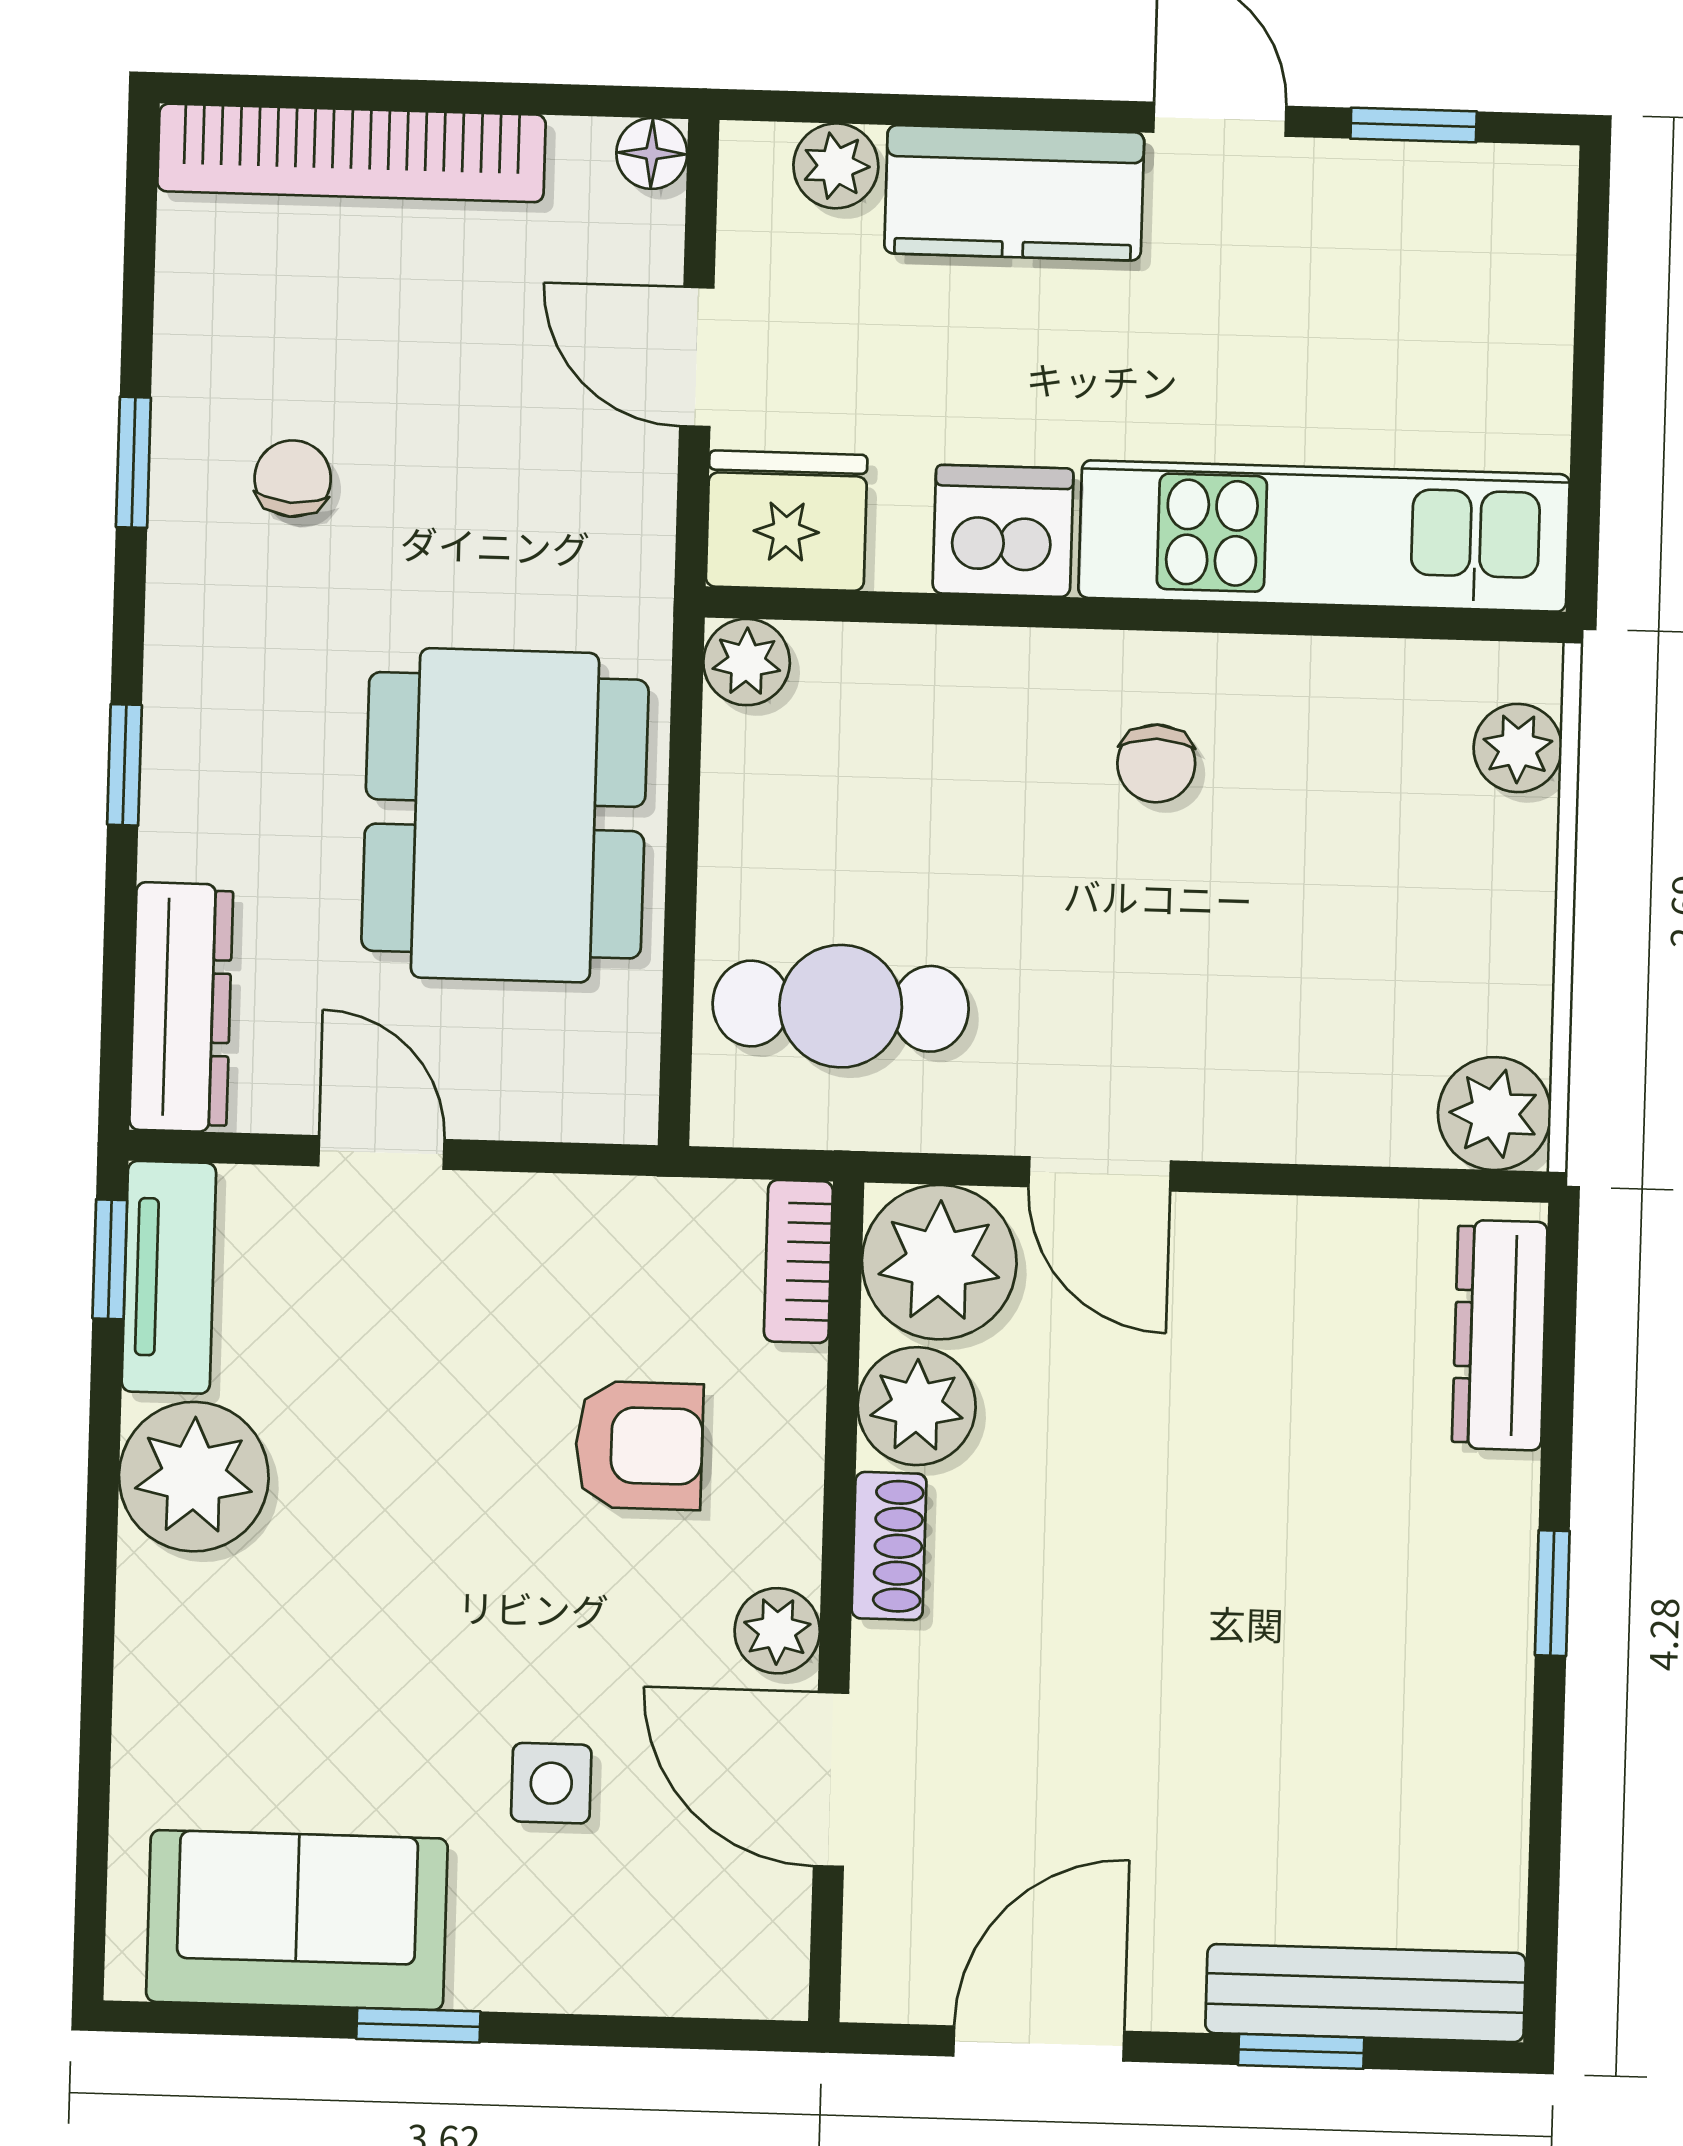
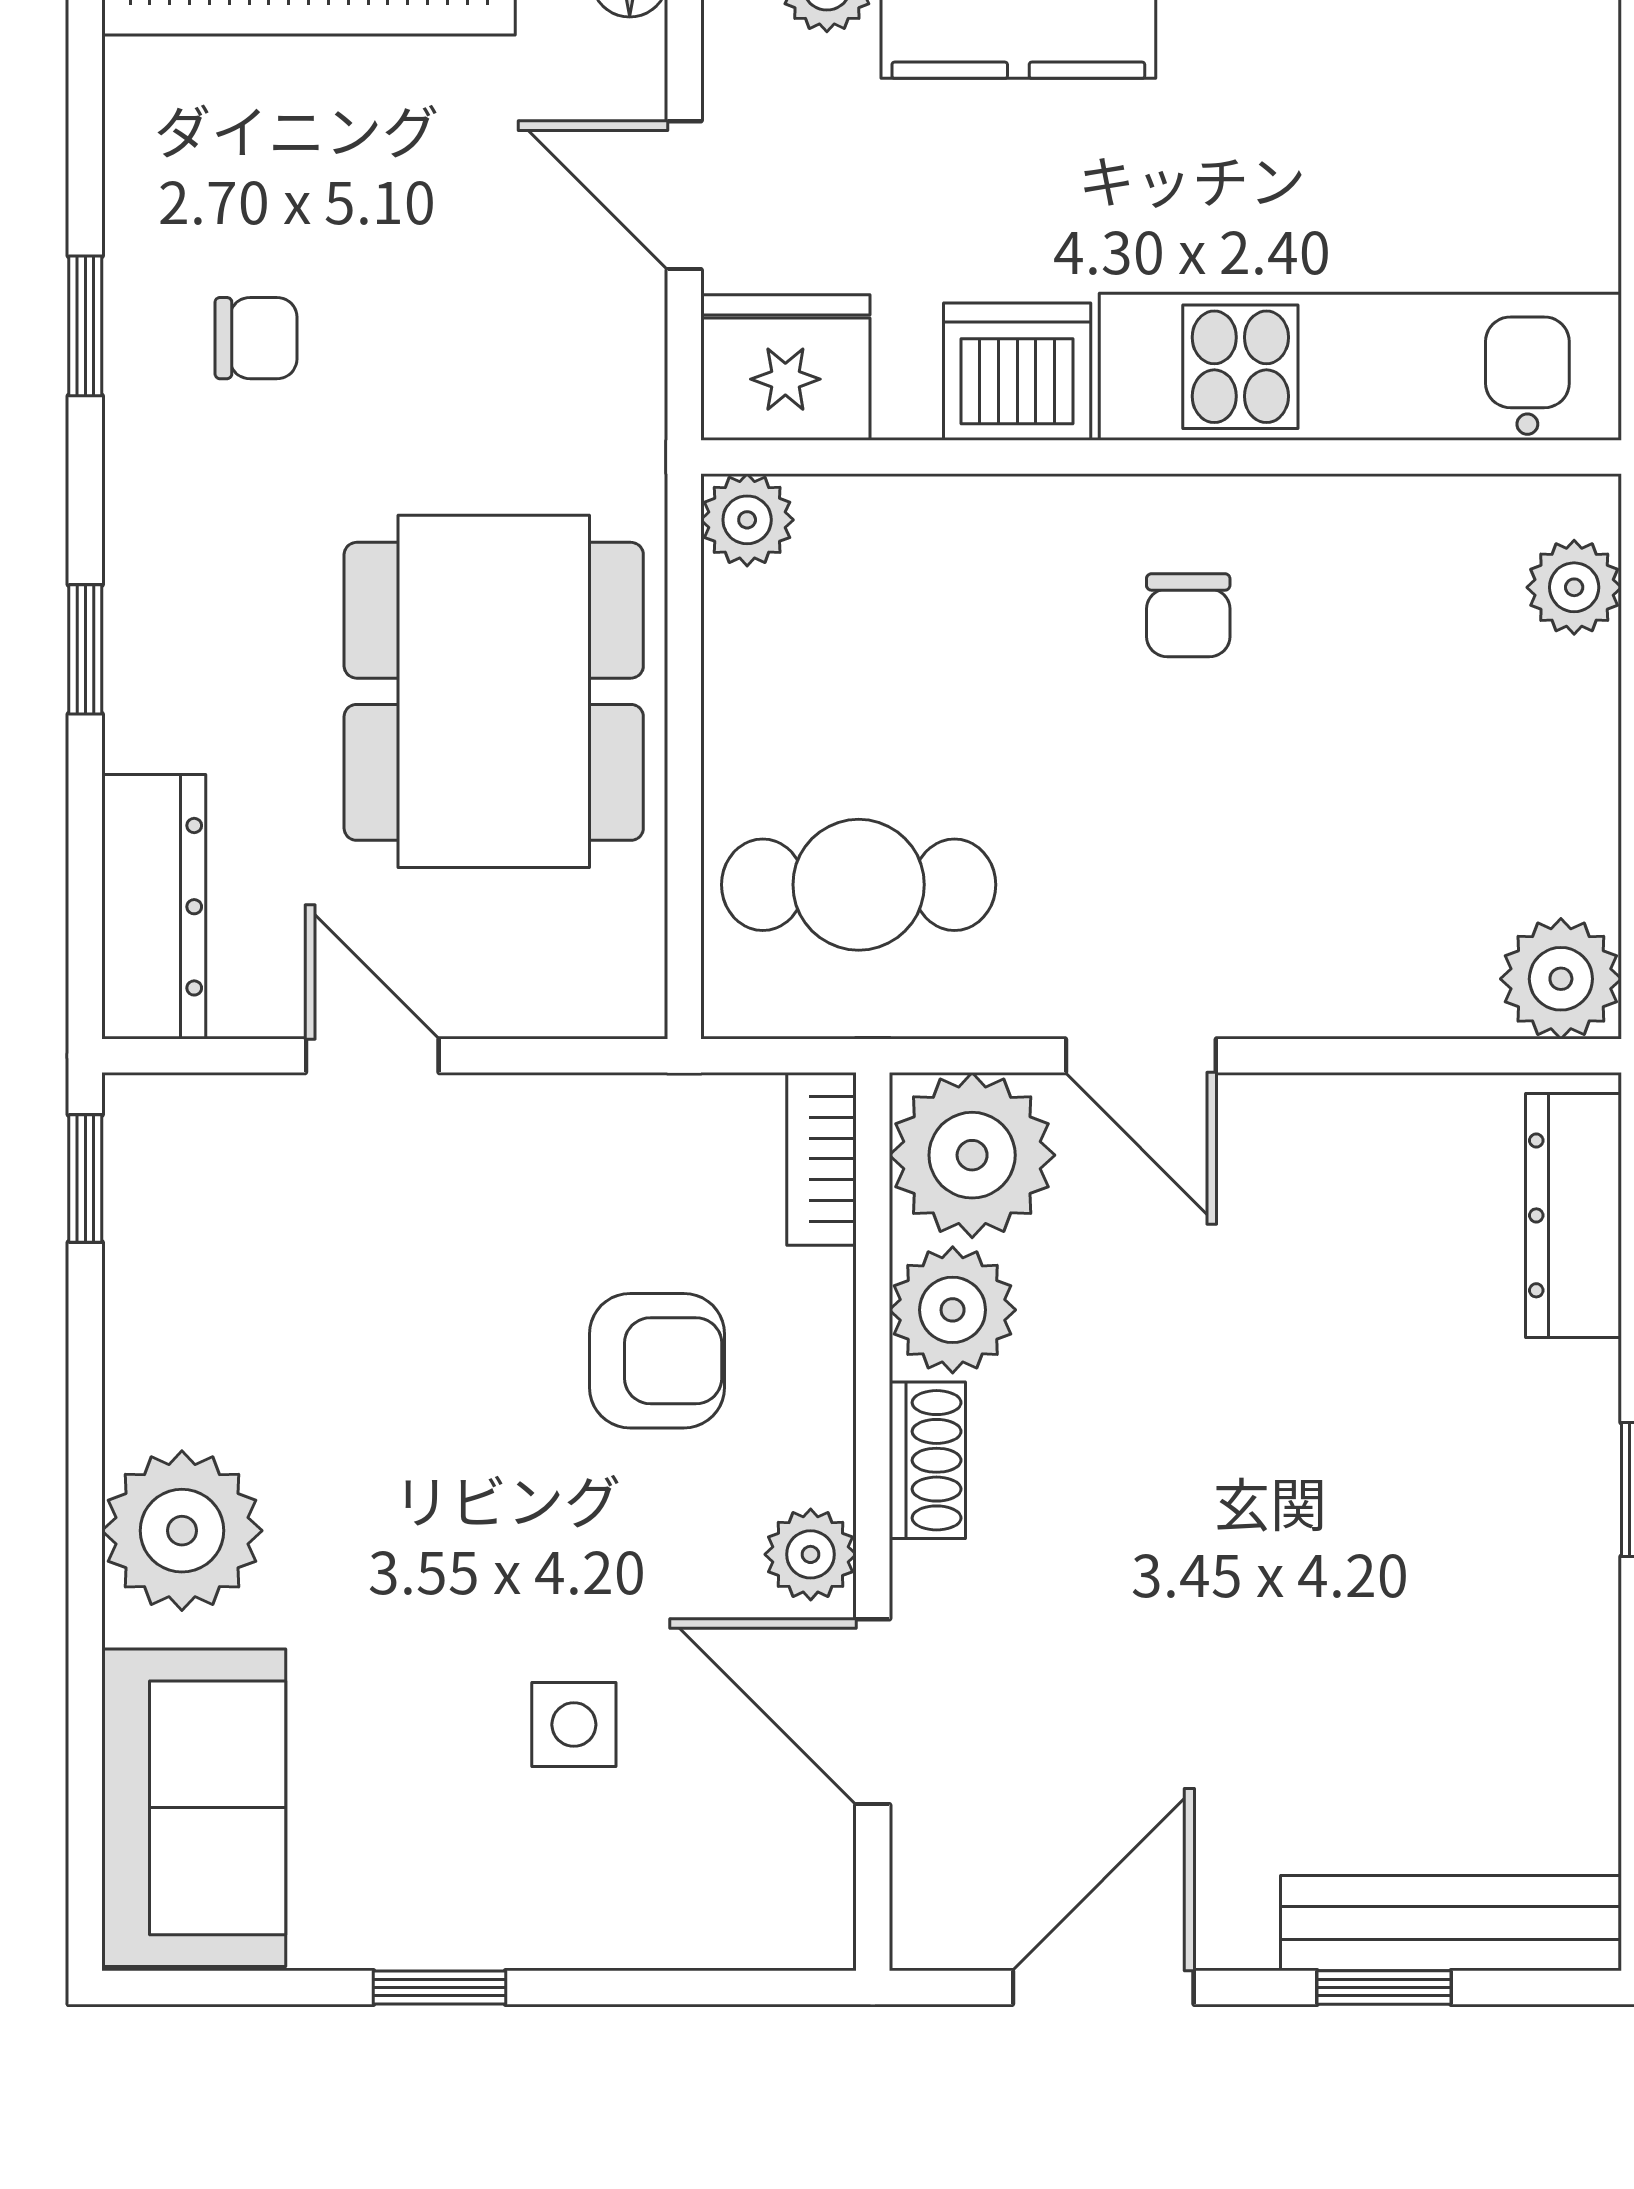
chair: (293, 479) -> (256, 338), turned 87
tv unit: (169, 1277) -> (149, 1196), removed
plant: (194, 1477) -> (182, 1531), moved
sofa: (297, 1920) -> (194, 1808), moved, turned 90

